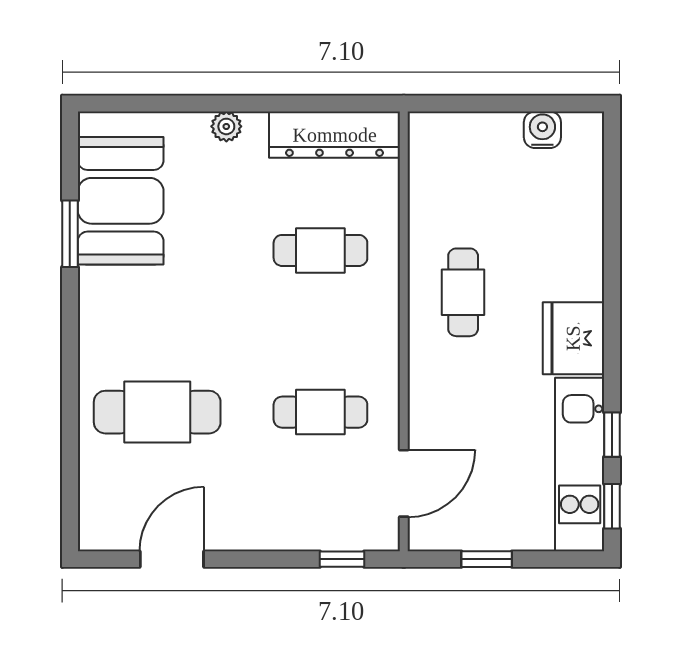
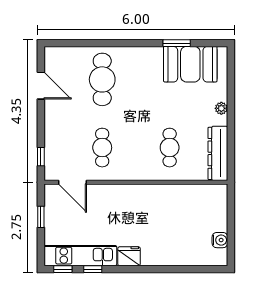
cafe table: (463, 292) -> (152, 207), removed
fridge: (573, 338) -> (129, 256), width x0.73, depth x0.75

